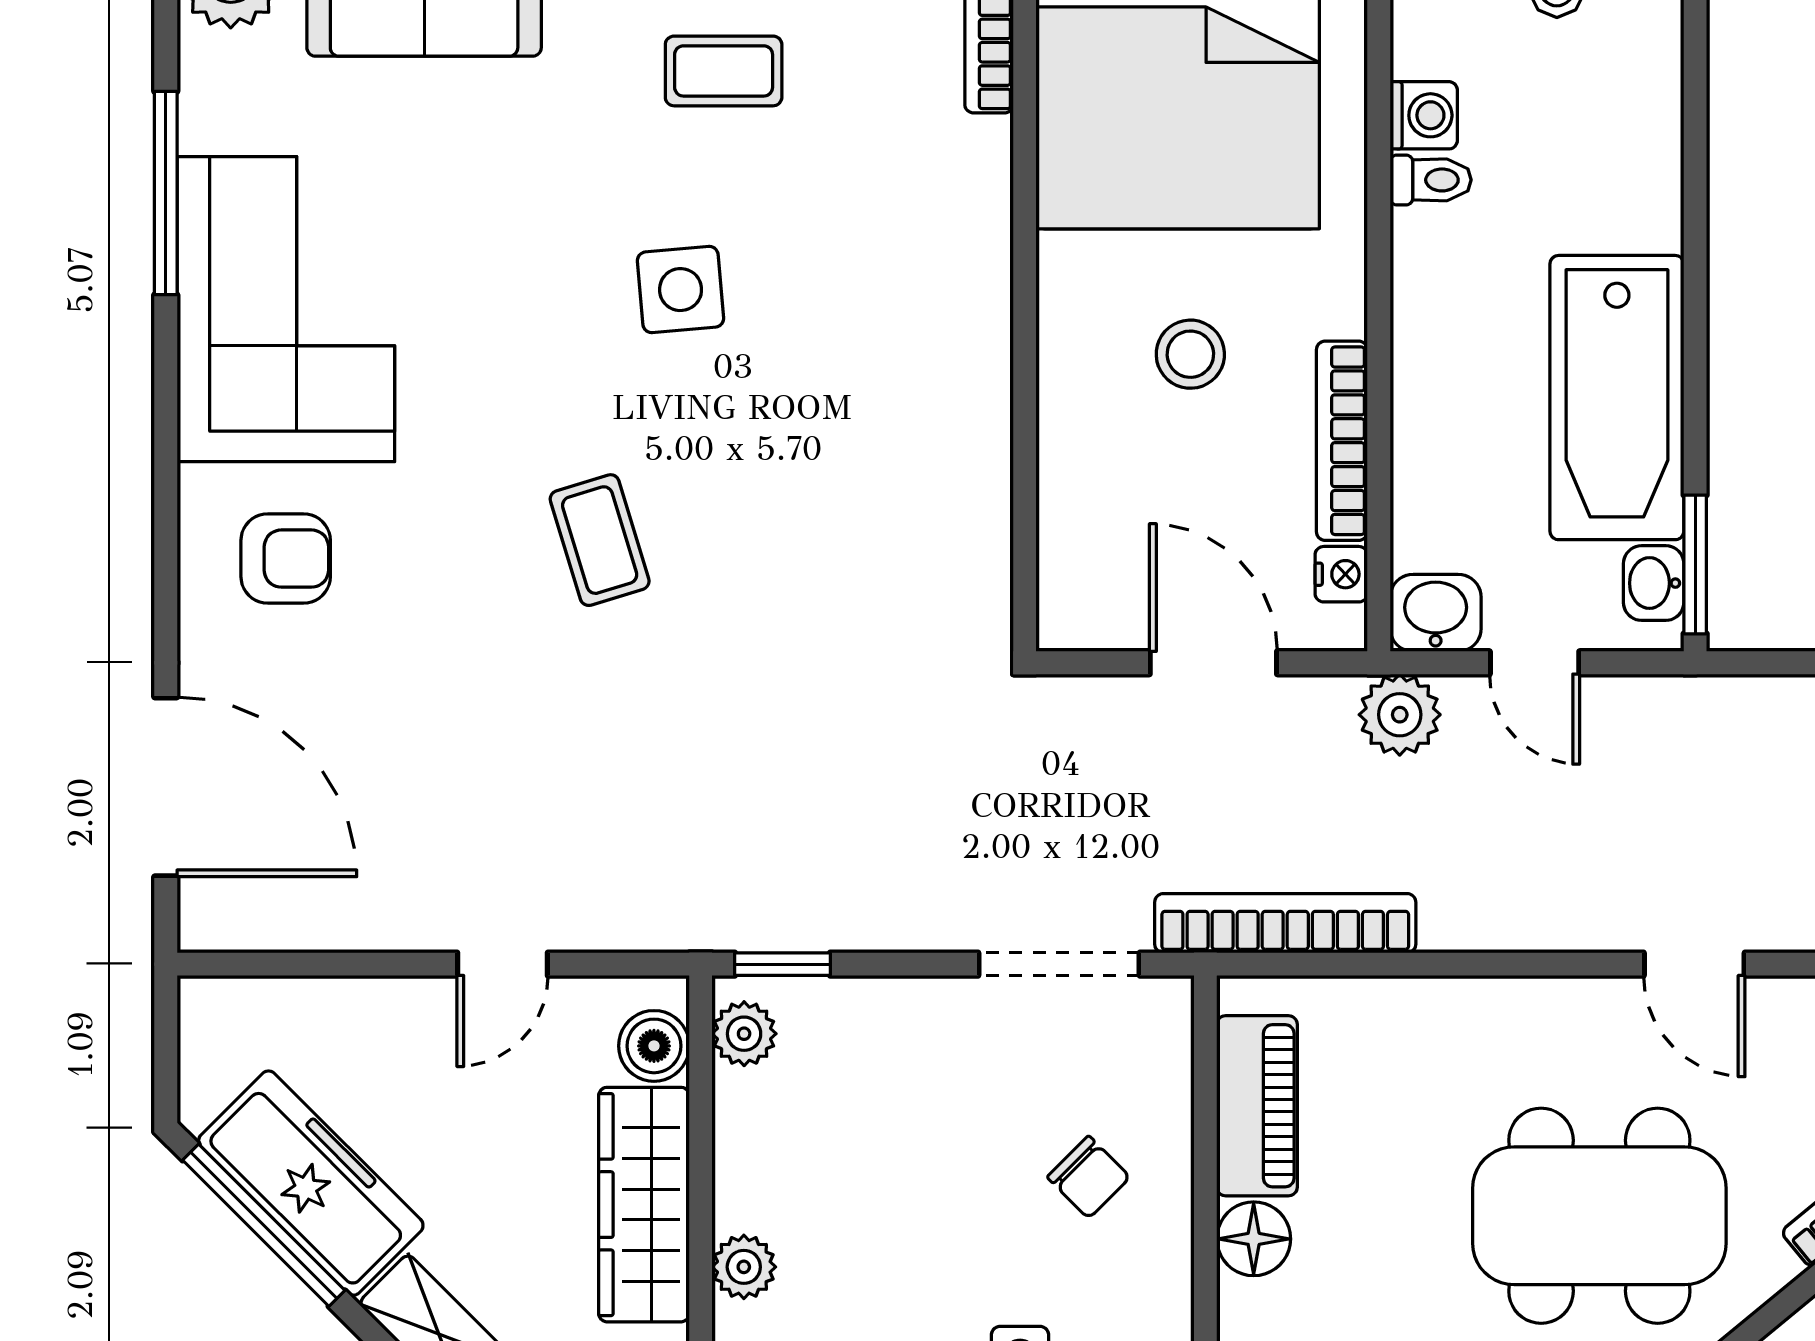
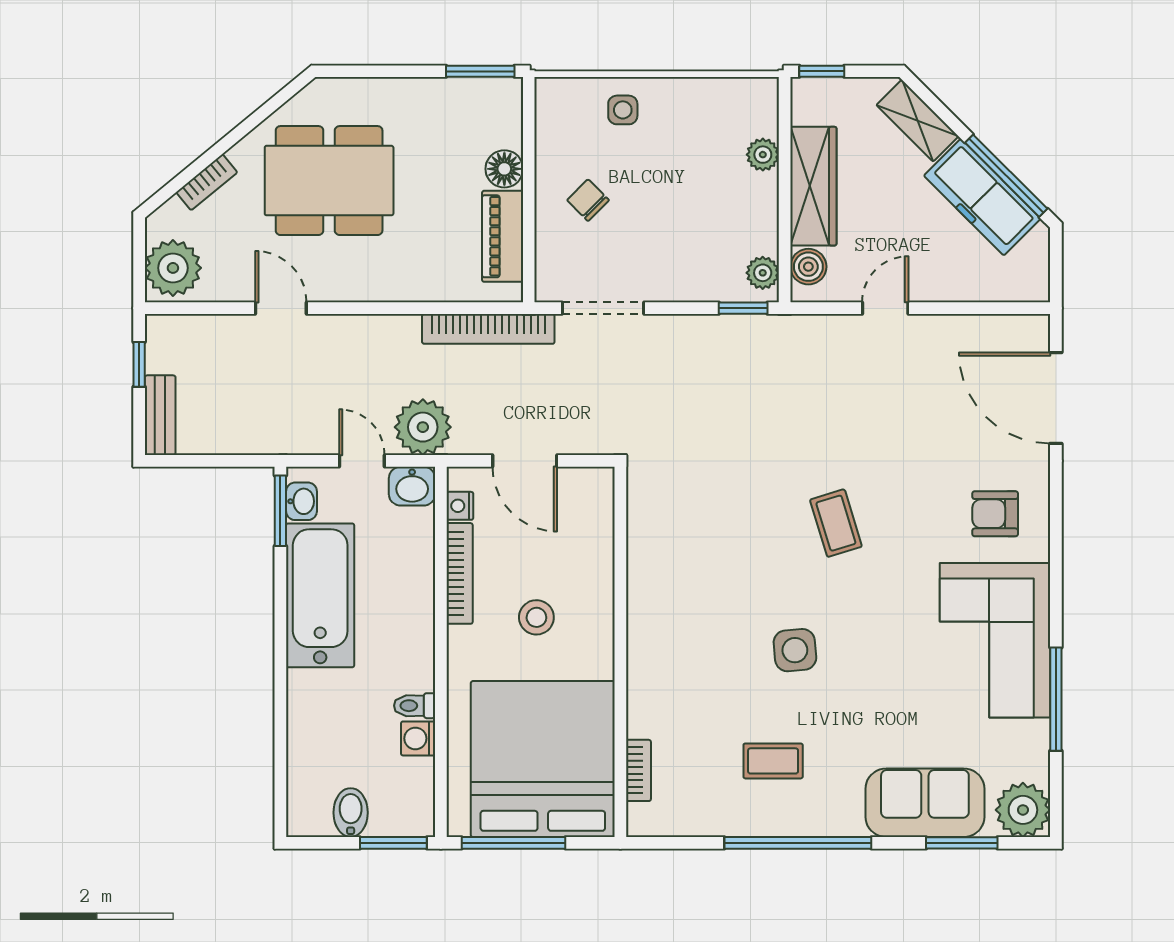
plant: (1400, 715) -> (423, 427), width x1.36, depth x1.36

